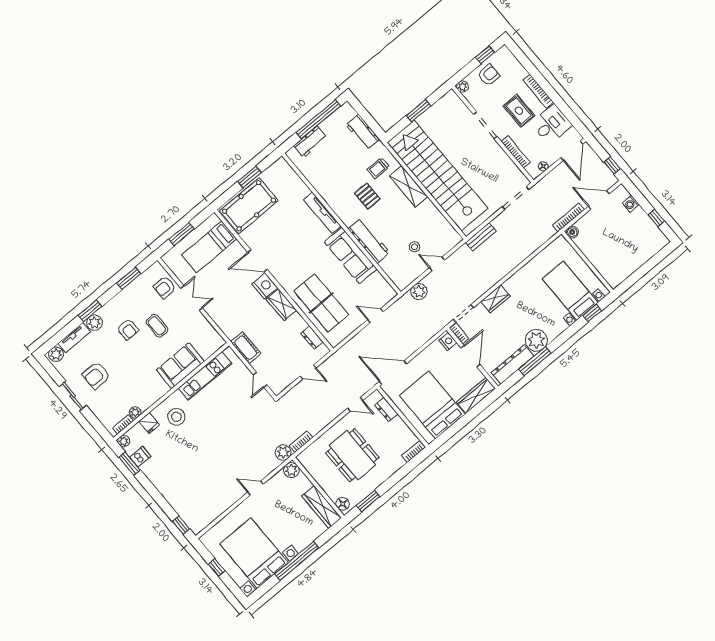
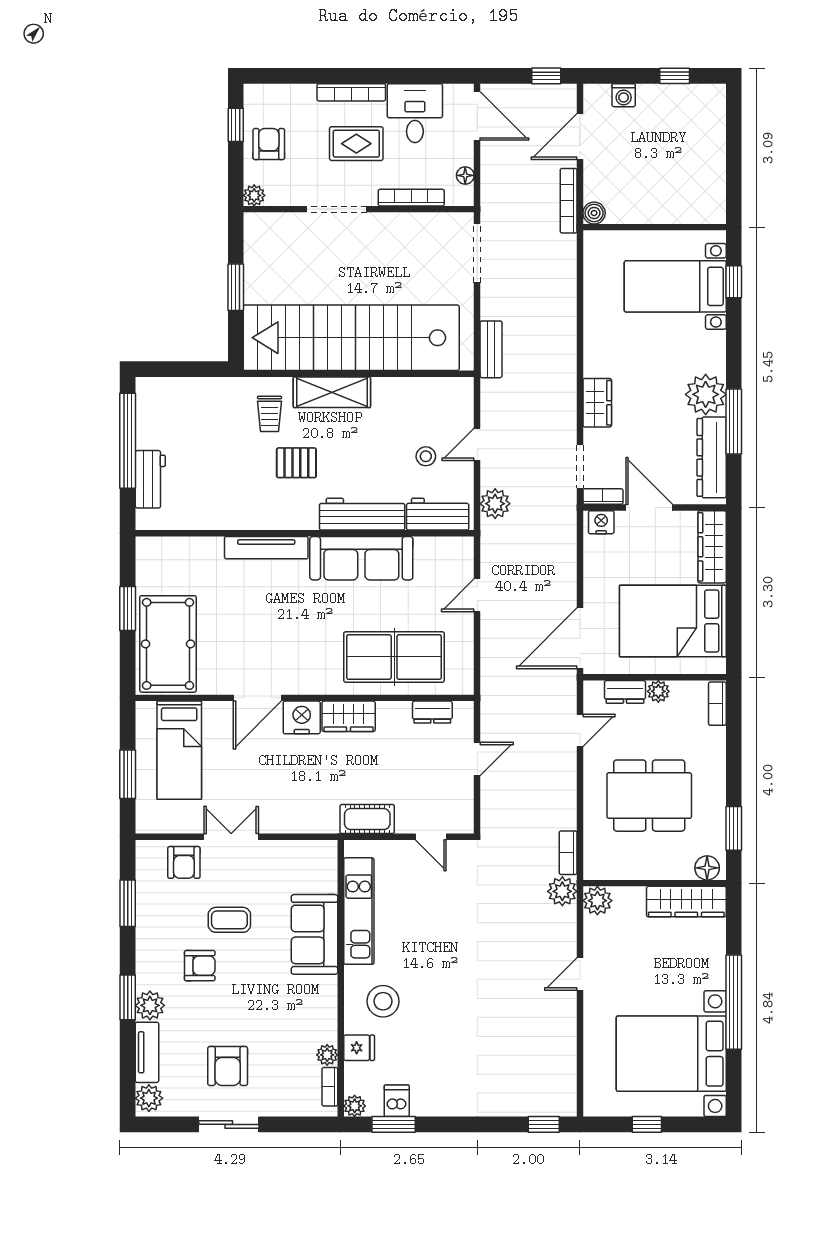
workbench: (363, 132) -> (438, 514), moved, turned 180
plant: (398, 423) -> (658, 691), added

